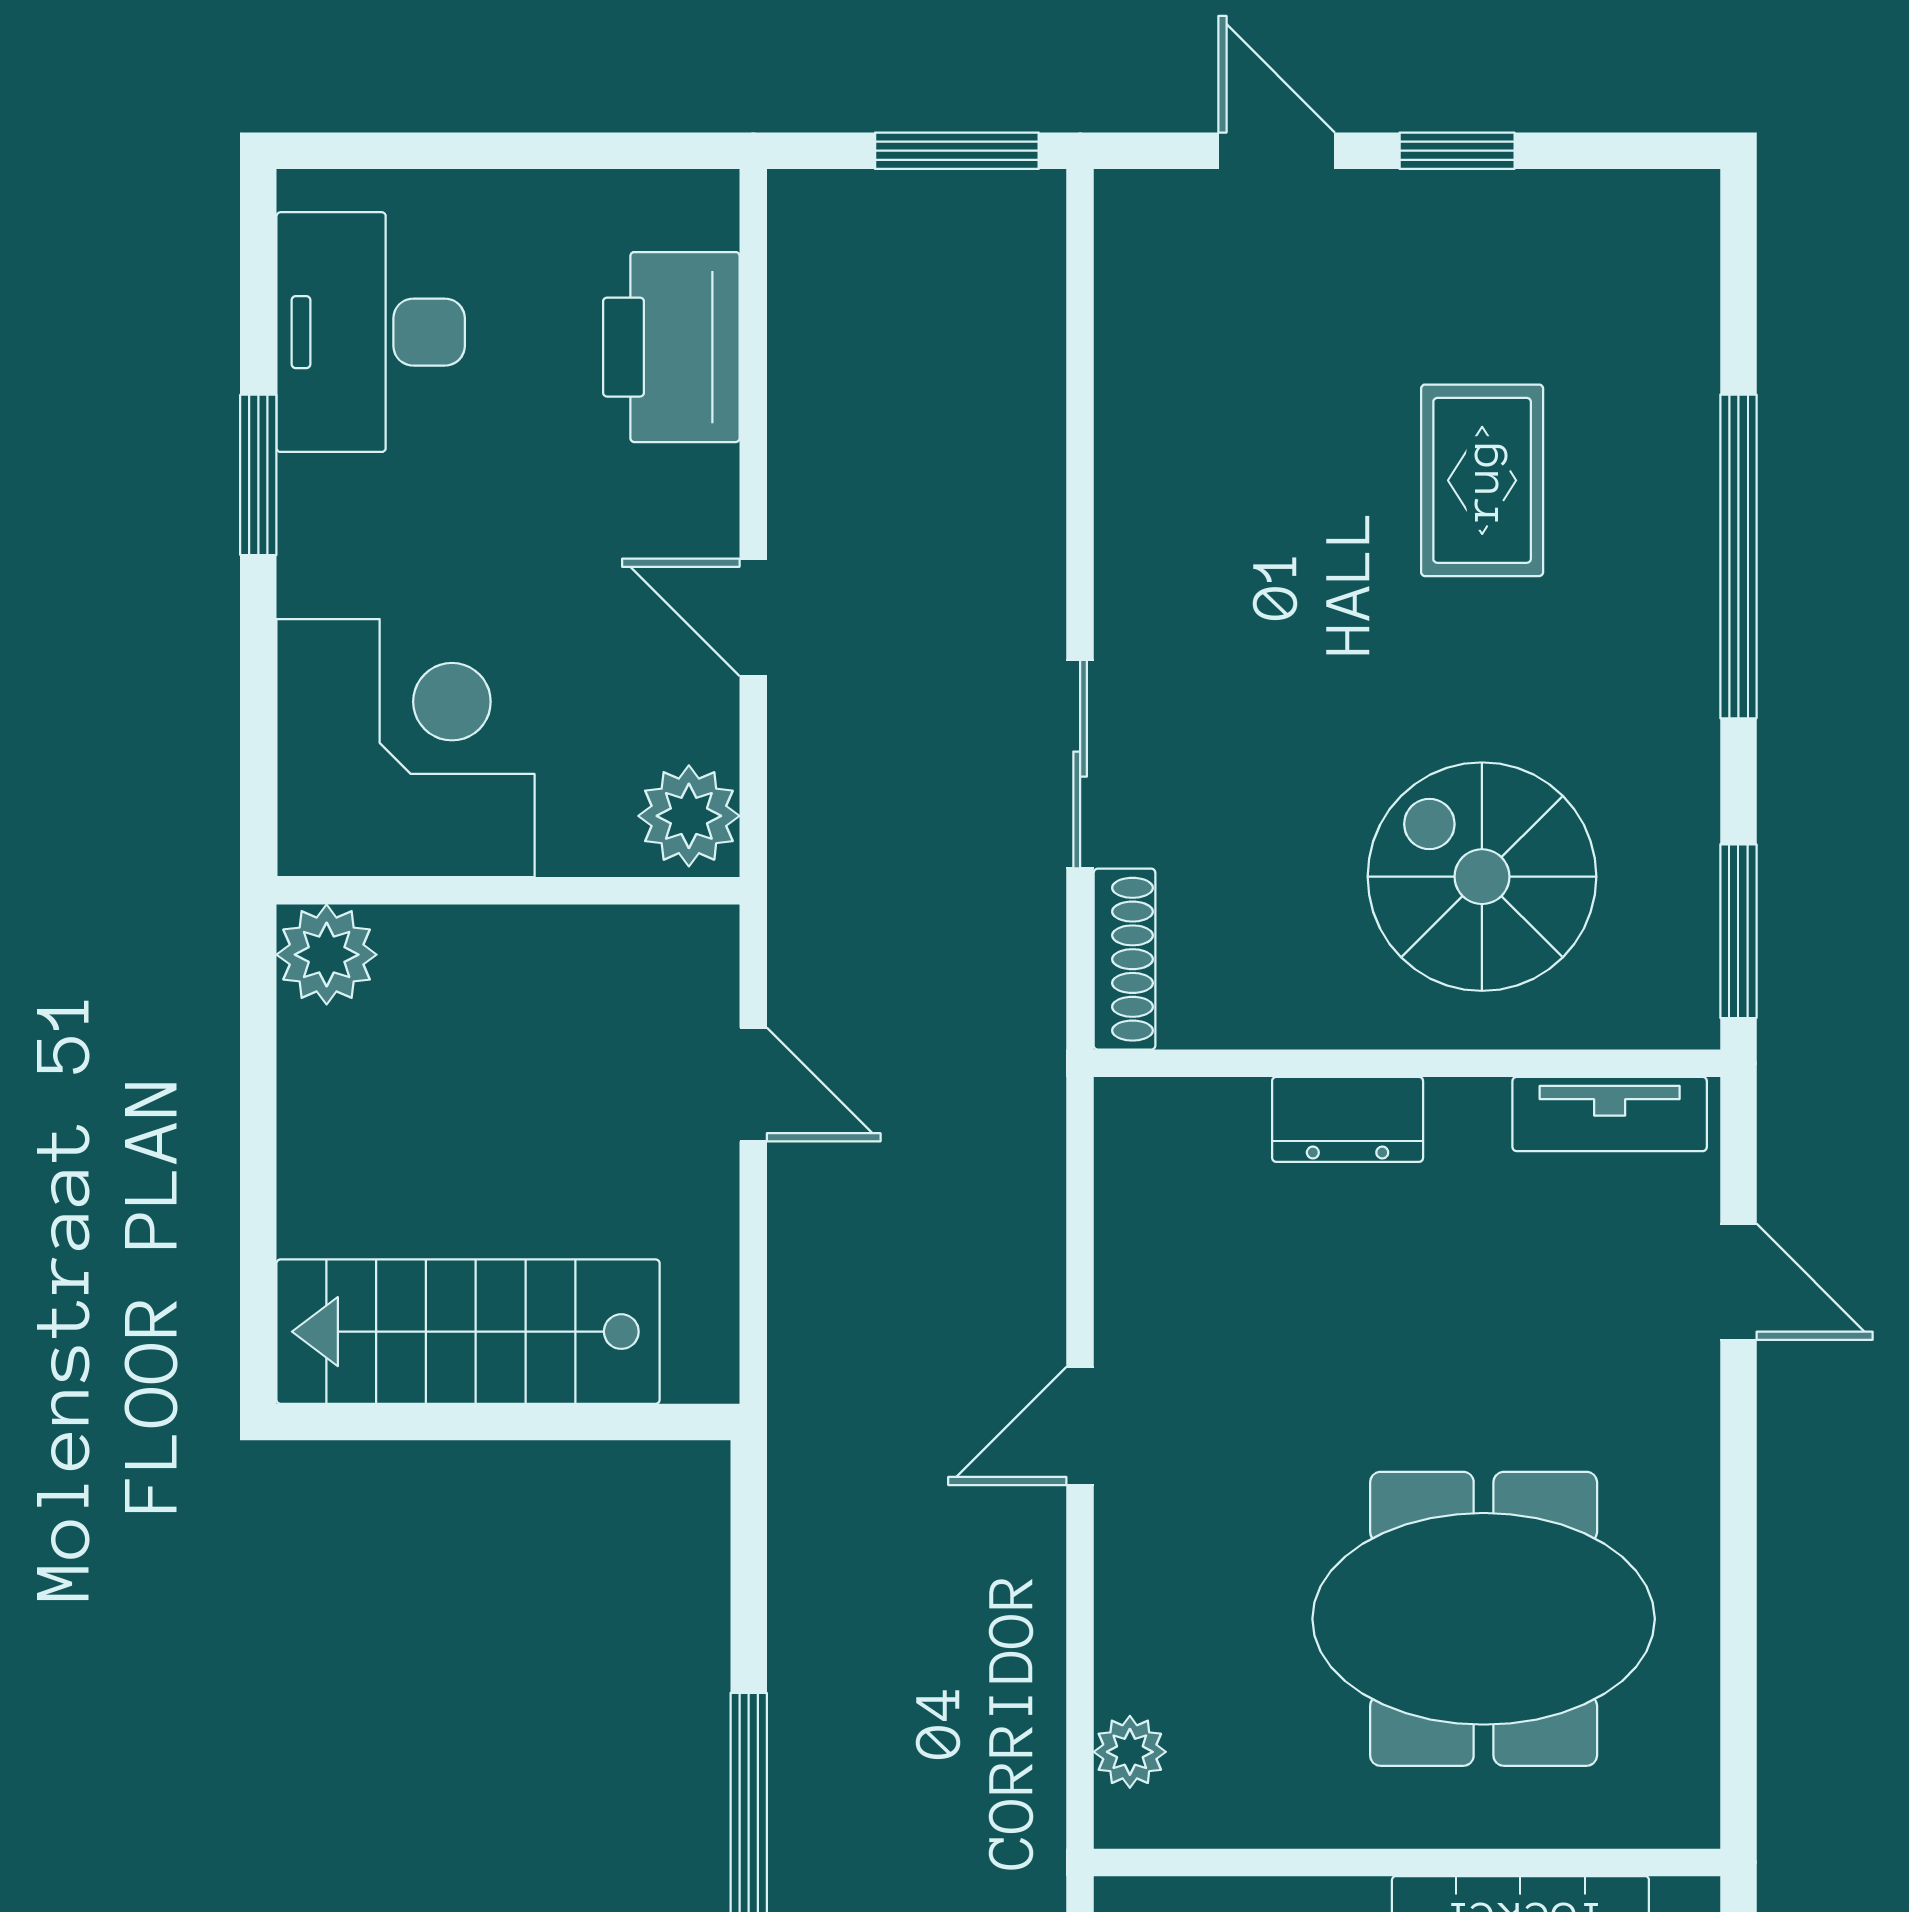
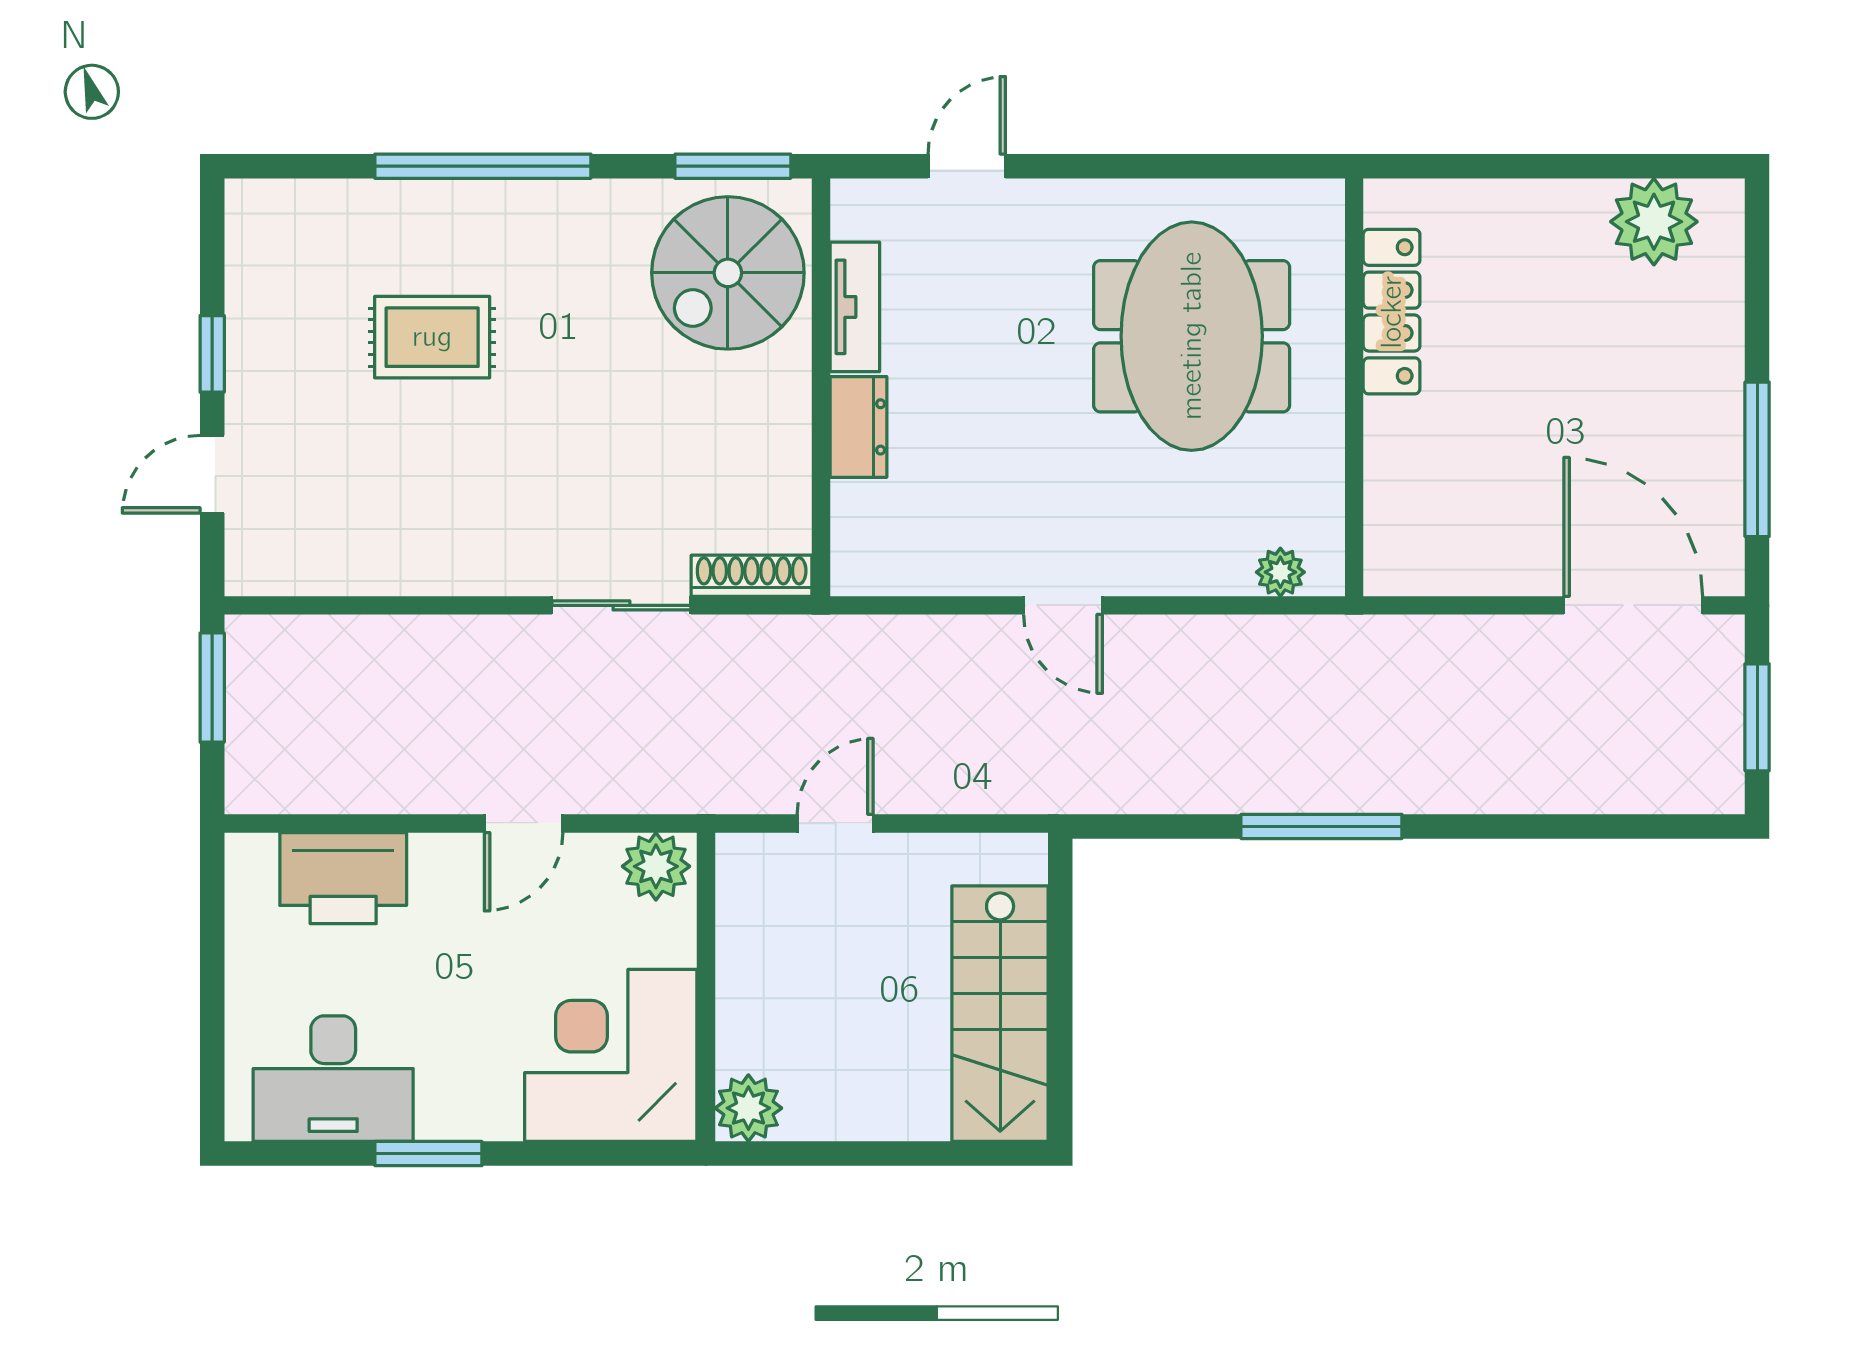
spiral stairs: (1482, 877) -> (728, 273), moved
tv unit: (1610, 1114) -> (855, 307), moved

